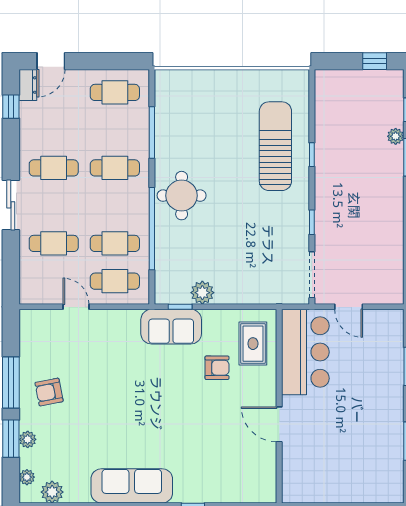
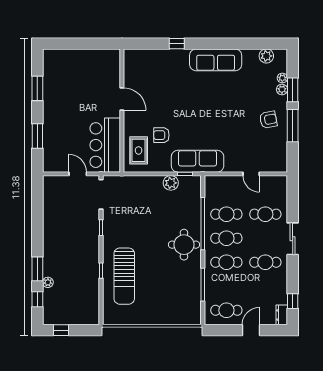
door: (51, 61) -> (251, 330), moved
cafe table: (115, 281) -> (226, 238), moved
sofa: (171, 327) -> (198, 161), width x1.36
plant: (27, 477) -> (282, 78), moved

